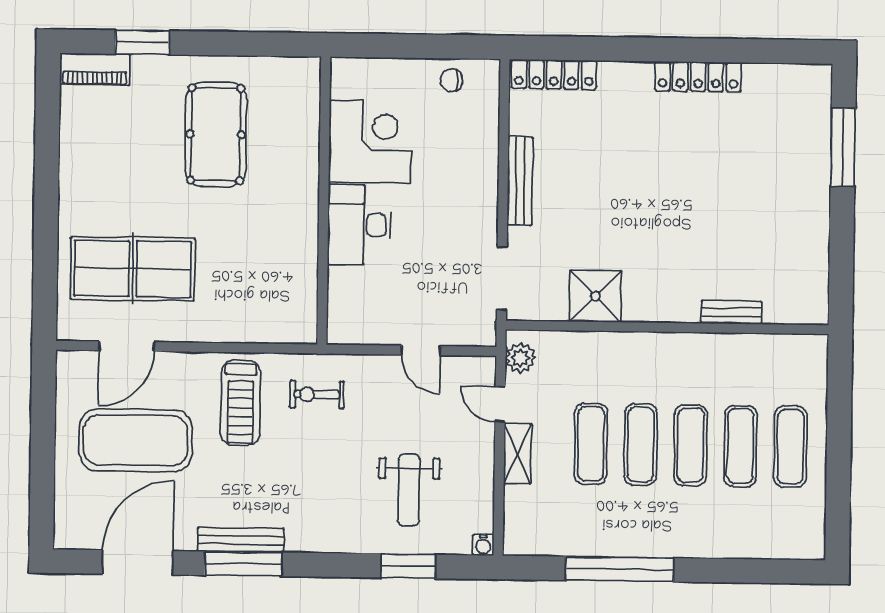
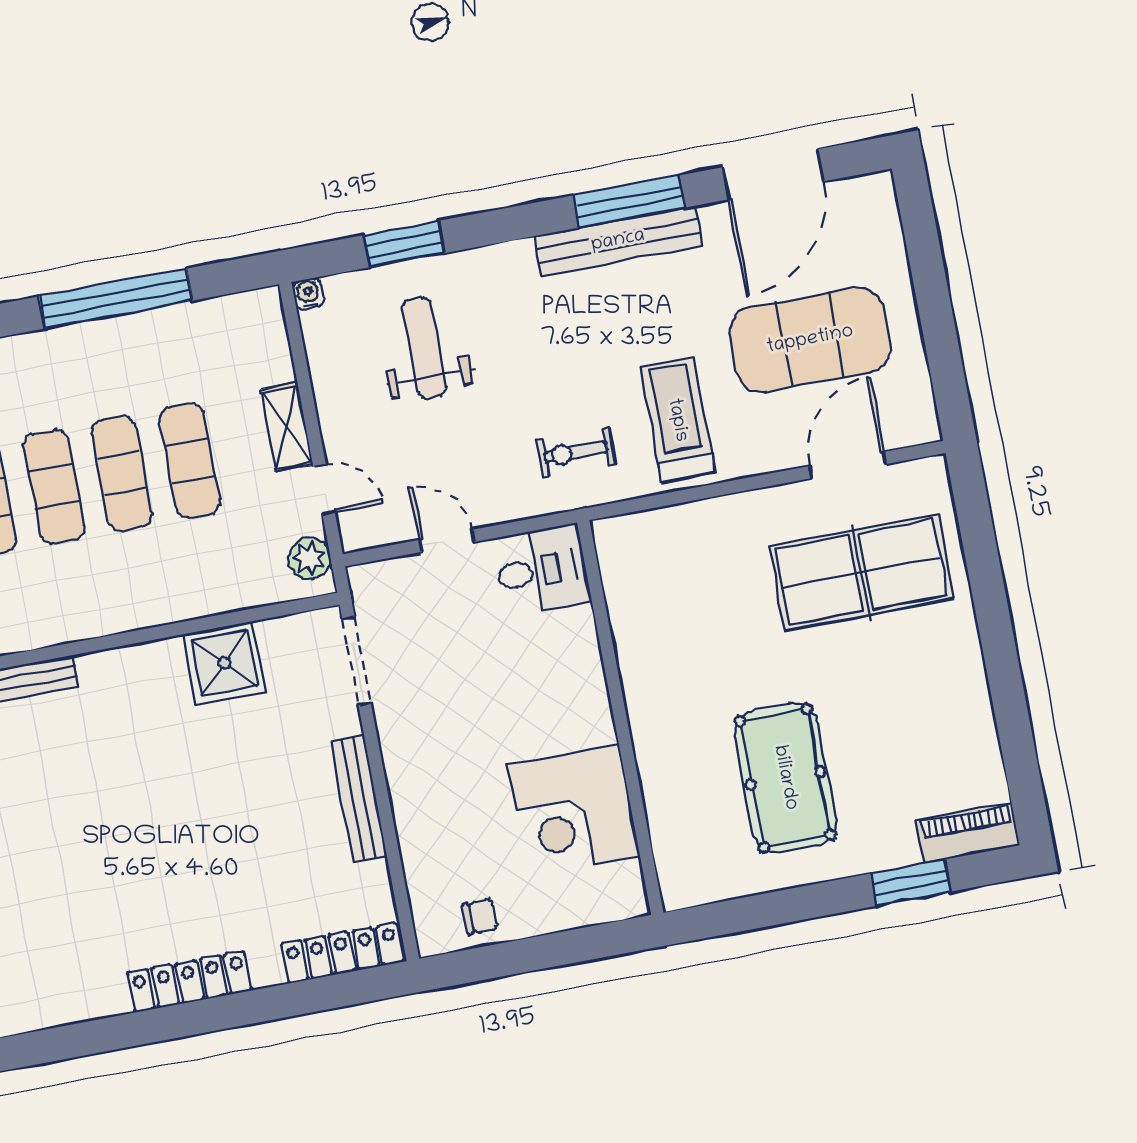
locker: (698, 77) -> (189, 982), moved
desk: (359, 225) -> (542, 570), moved, width x0.73
exercise bike: (317, 395) -> (576, 452), turned 180
bench: (241, 540) -> (618, 241), width x1.37, depth x1.21

